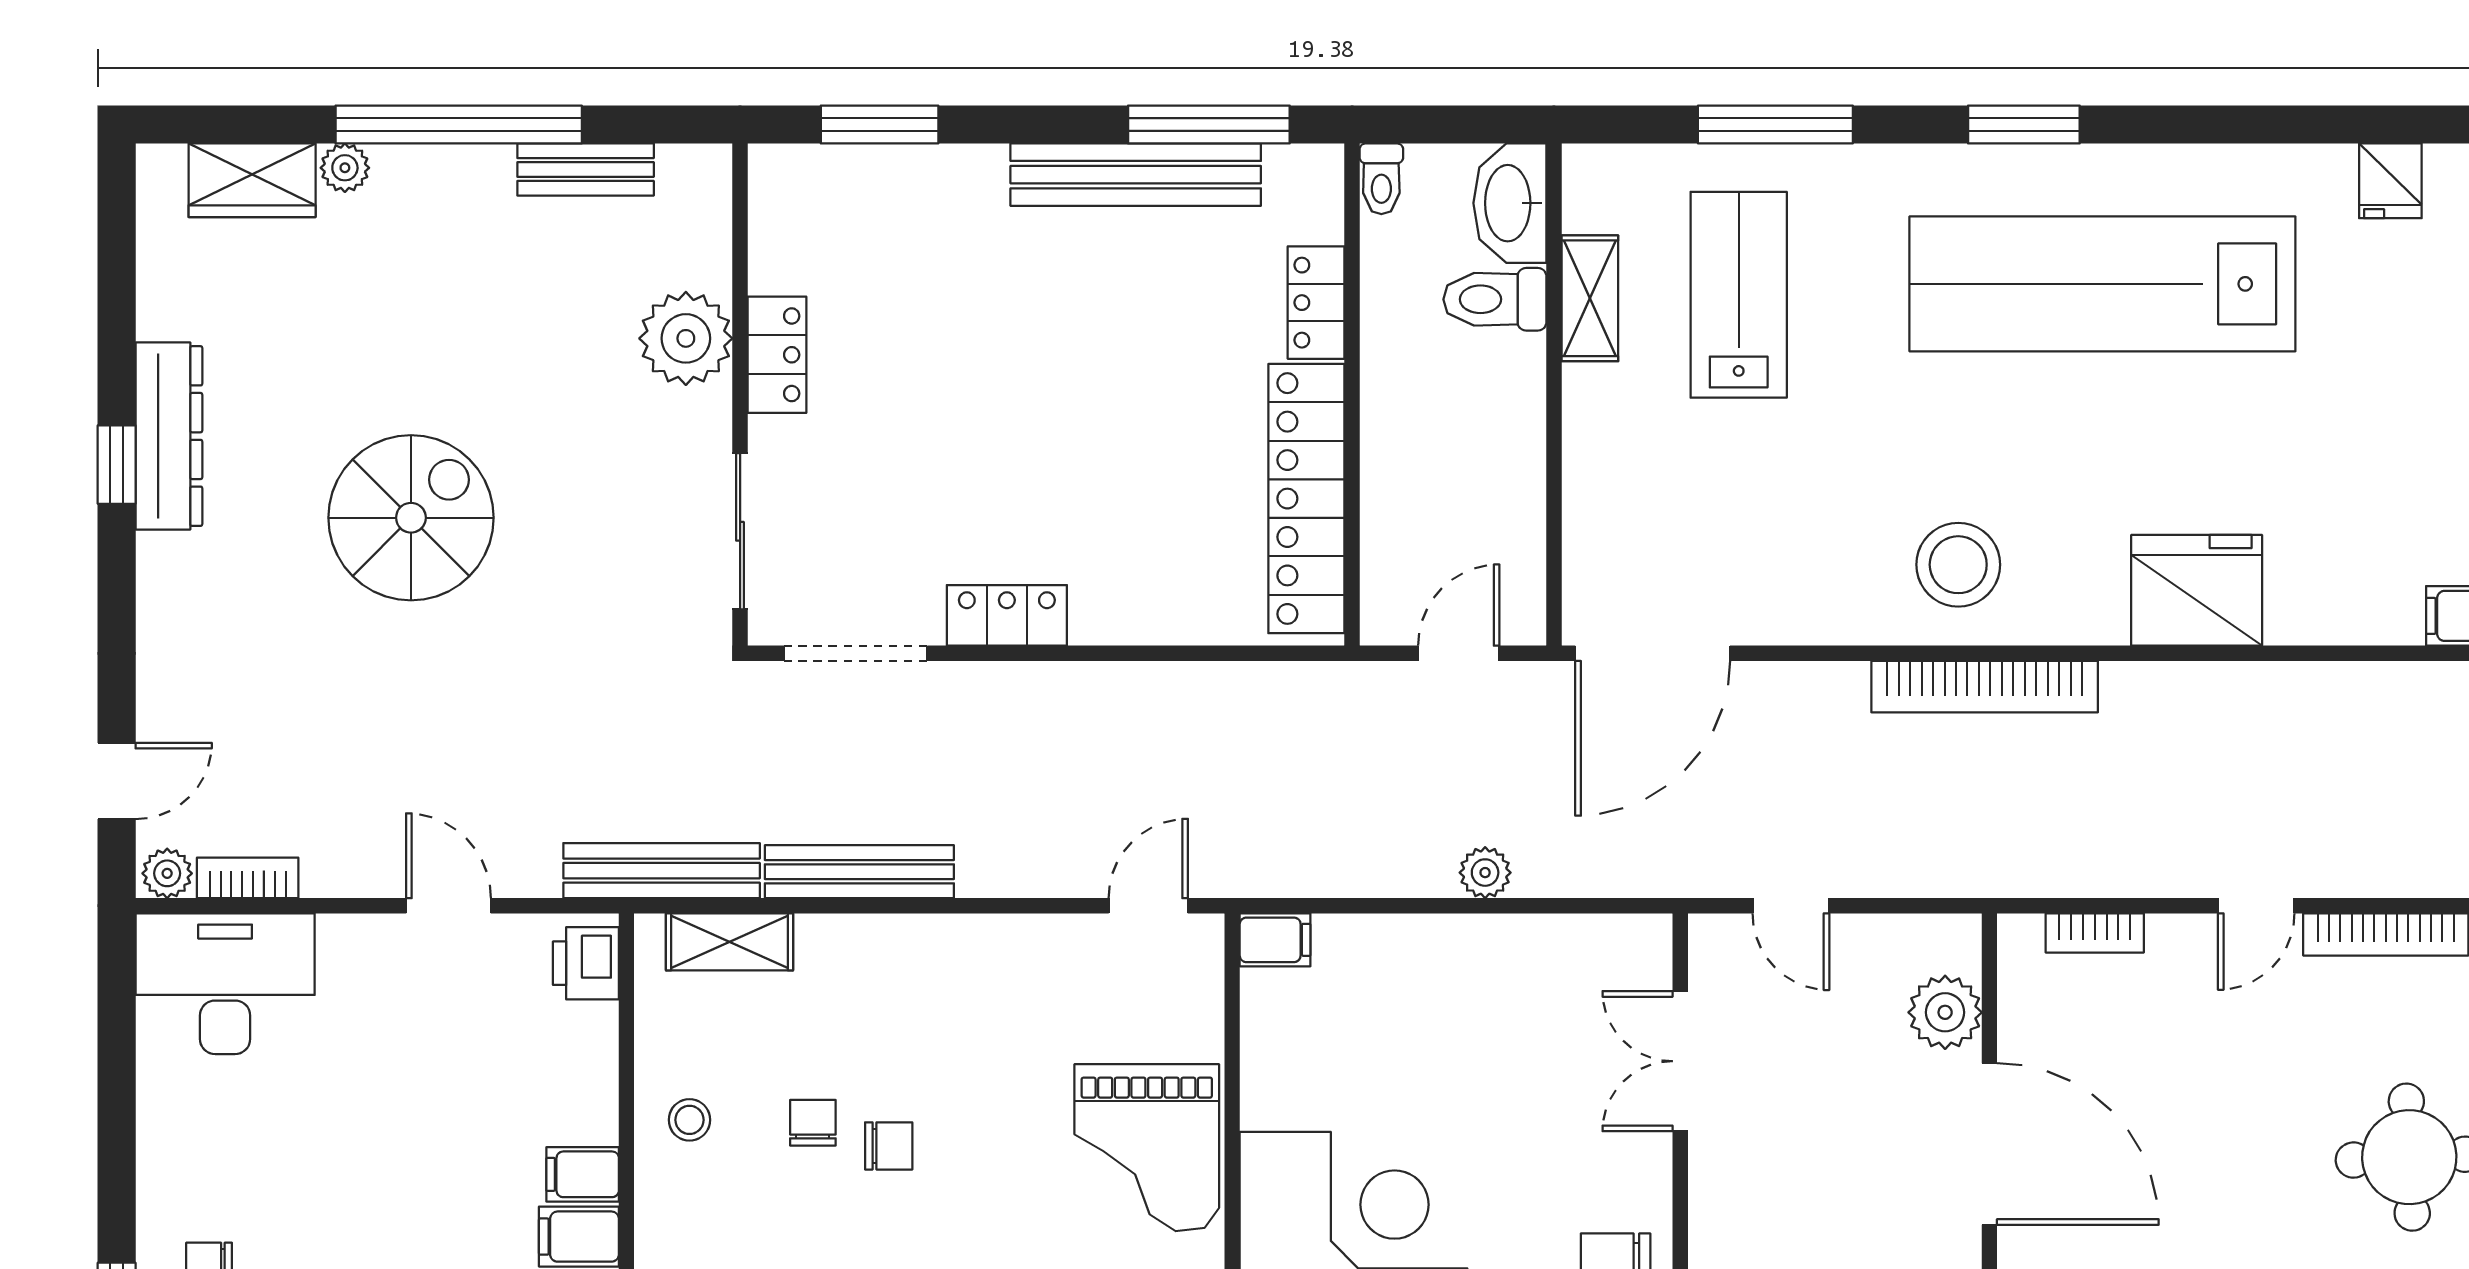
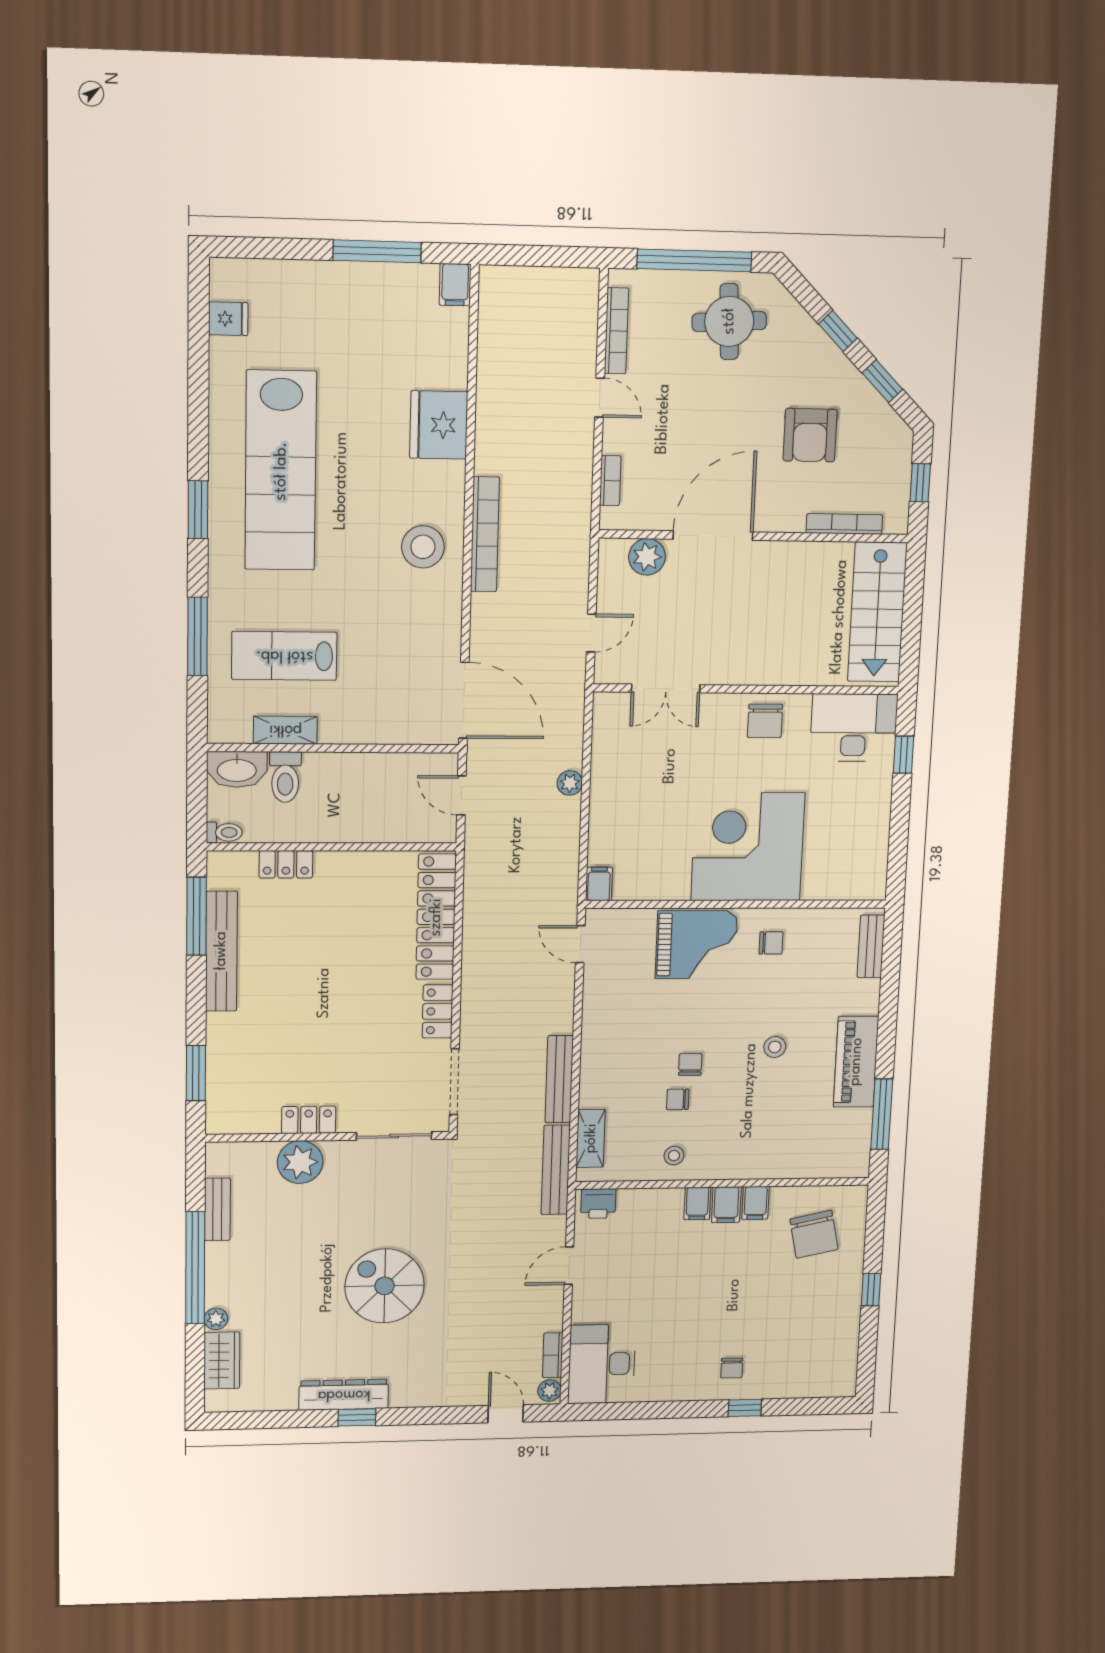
locker: (1306, 499) -> (436, 917), moved, turned 90

